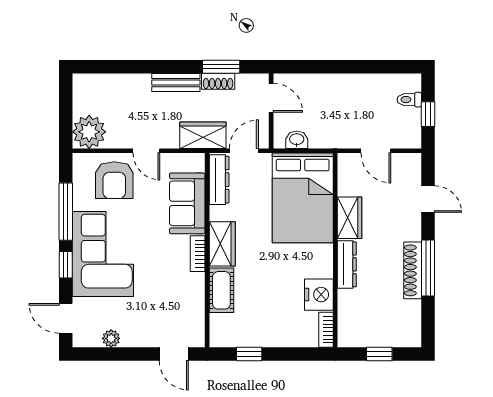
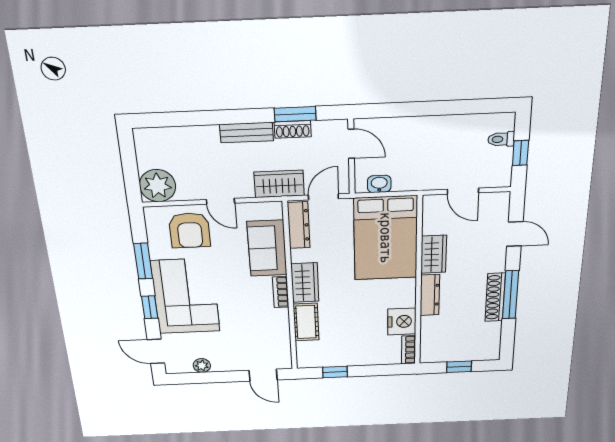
window: (66, 212) -> (143, 261), width x0.69

